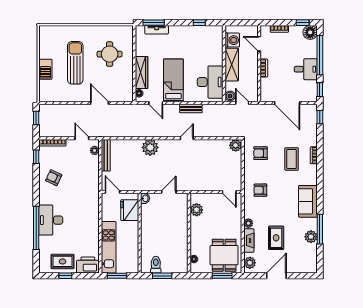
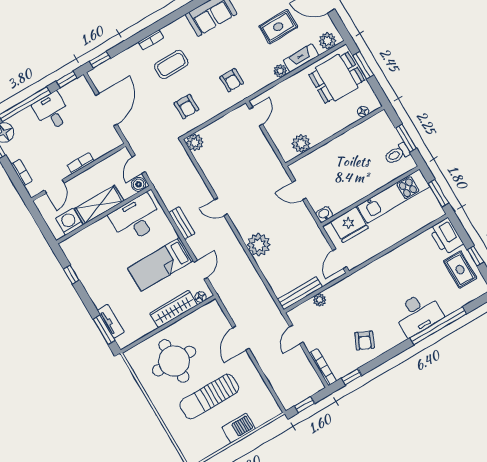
round table: (110, 54) -> (174, 361), width x1.36, depth x1.36
plant: (95, 150) -> (320, 300), moved
kitchen unit: (109, 247) -> (393, 196), moved, turned 180

